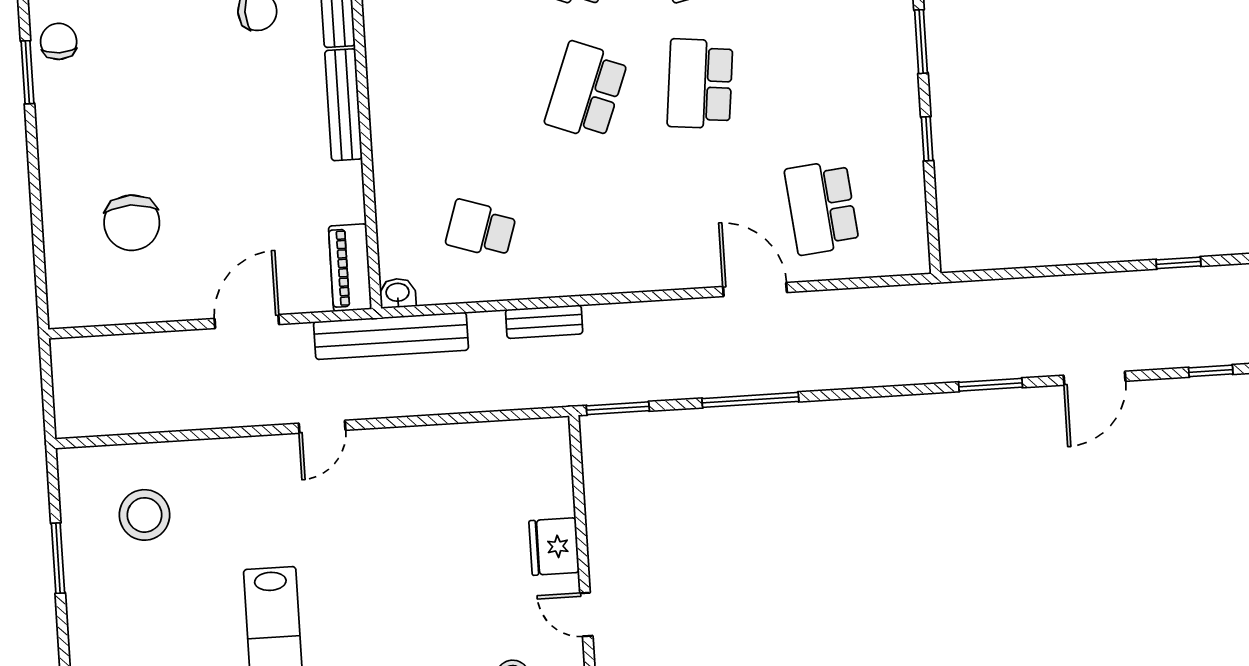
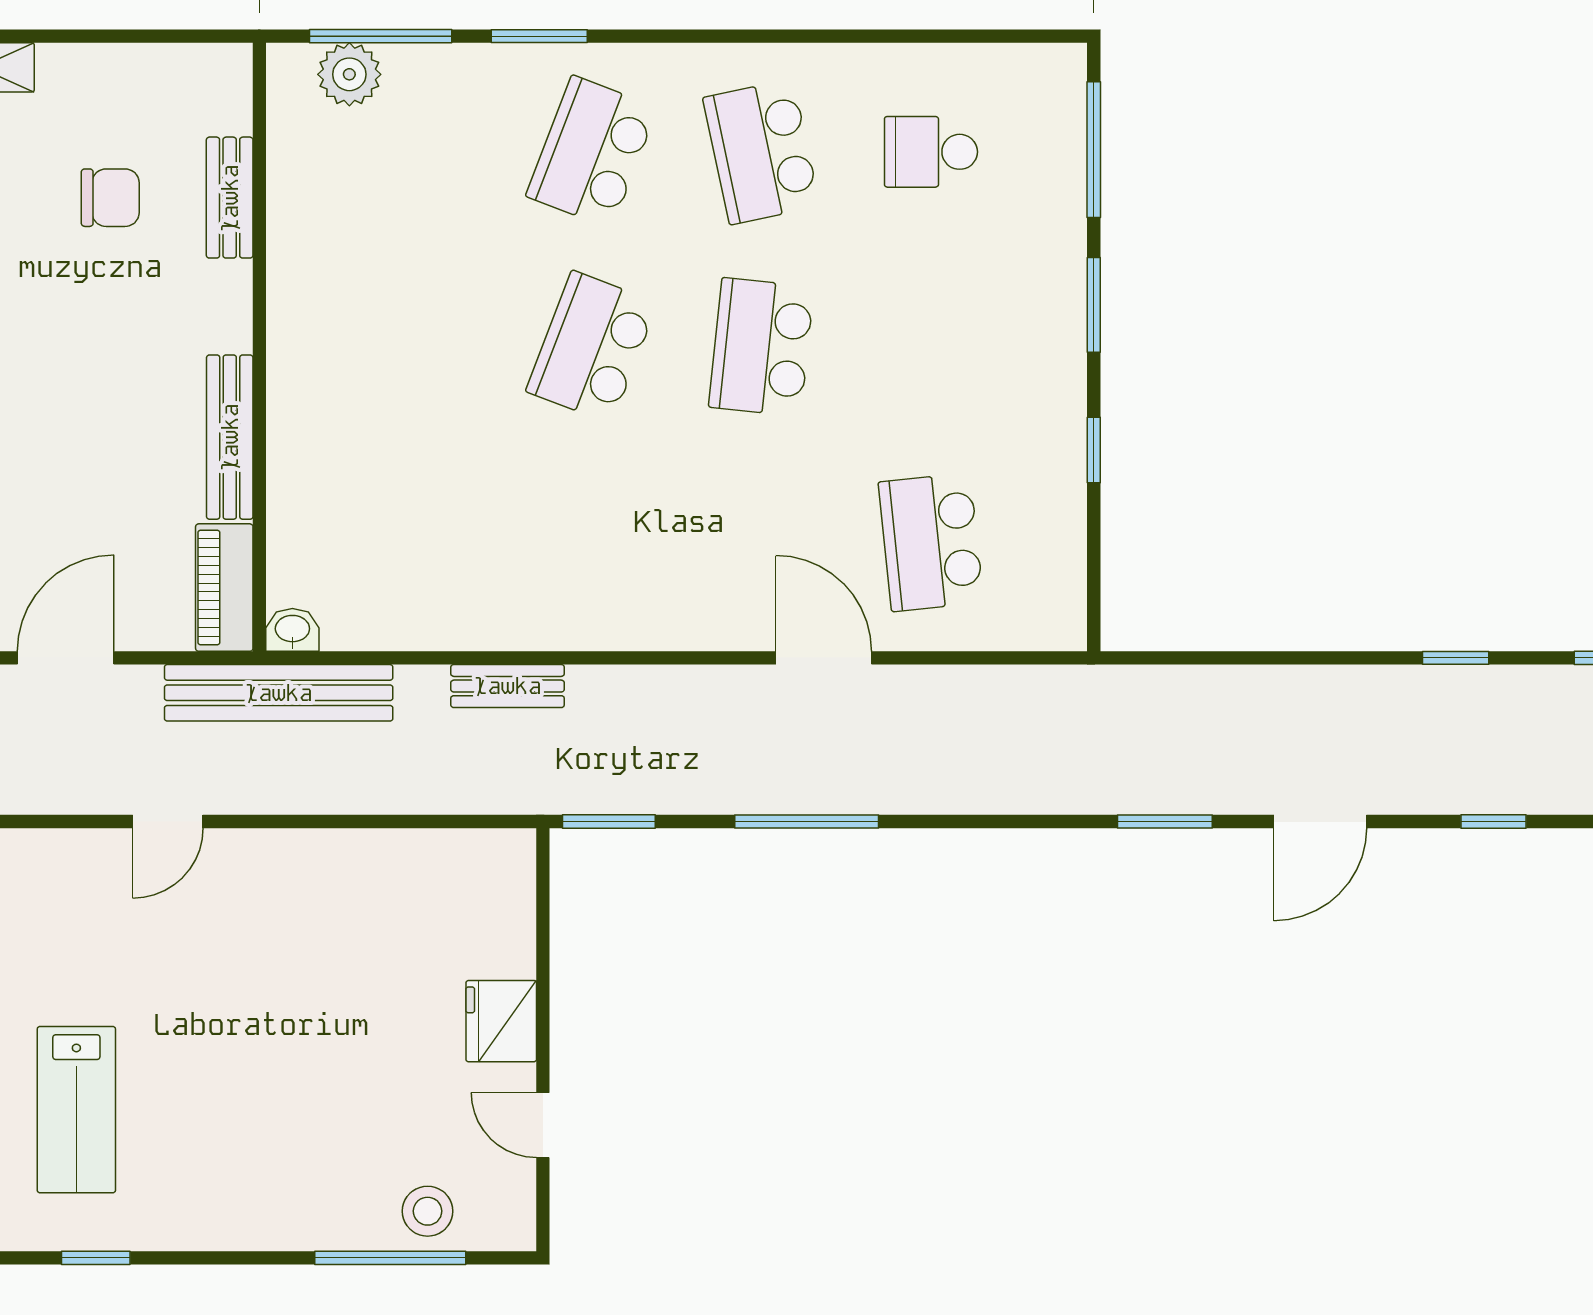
bench: (344, 105) -> (230, 437), moved
school desk: (481, 229) -> (422, 542), removed

